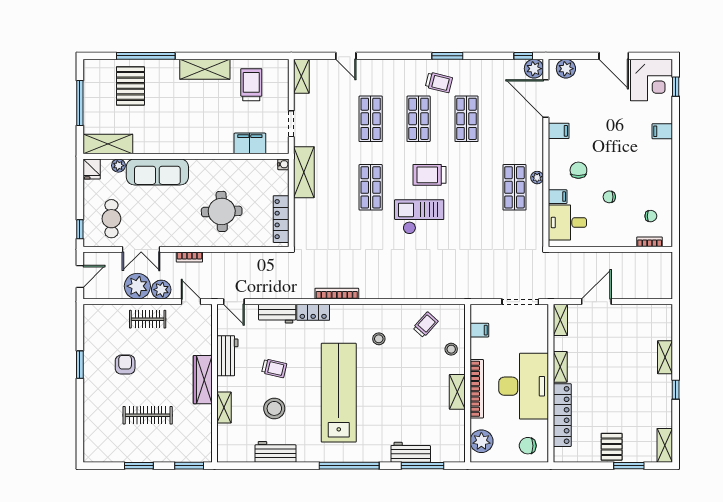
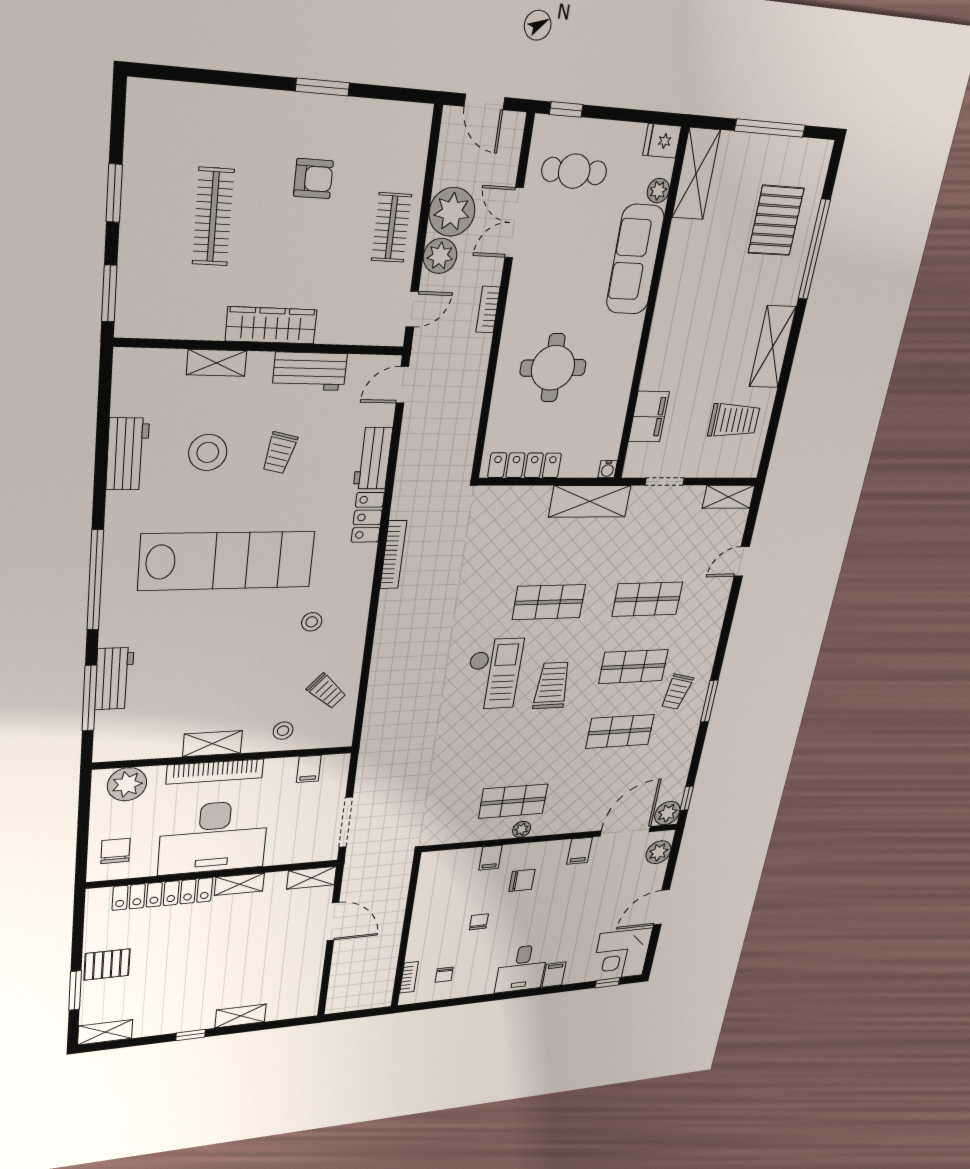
pallet: (130, 86) -> (776, 221), turned 90
desk: (567, 223) -> (522, 968), moved, turned 180

